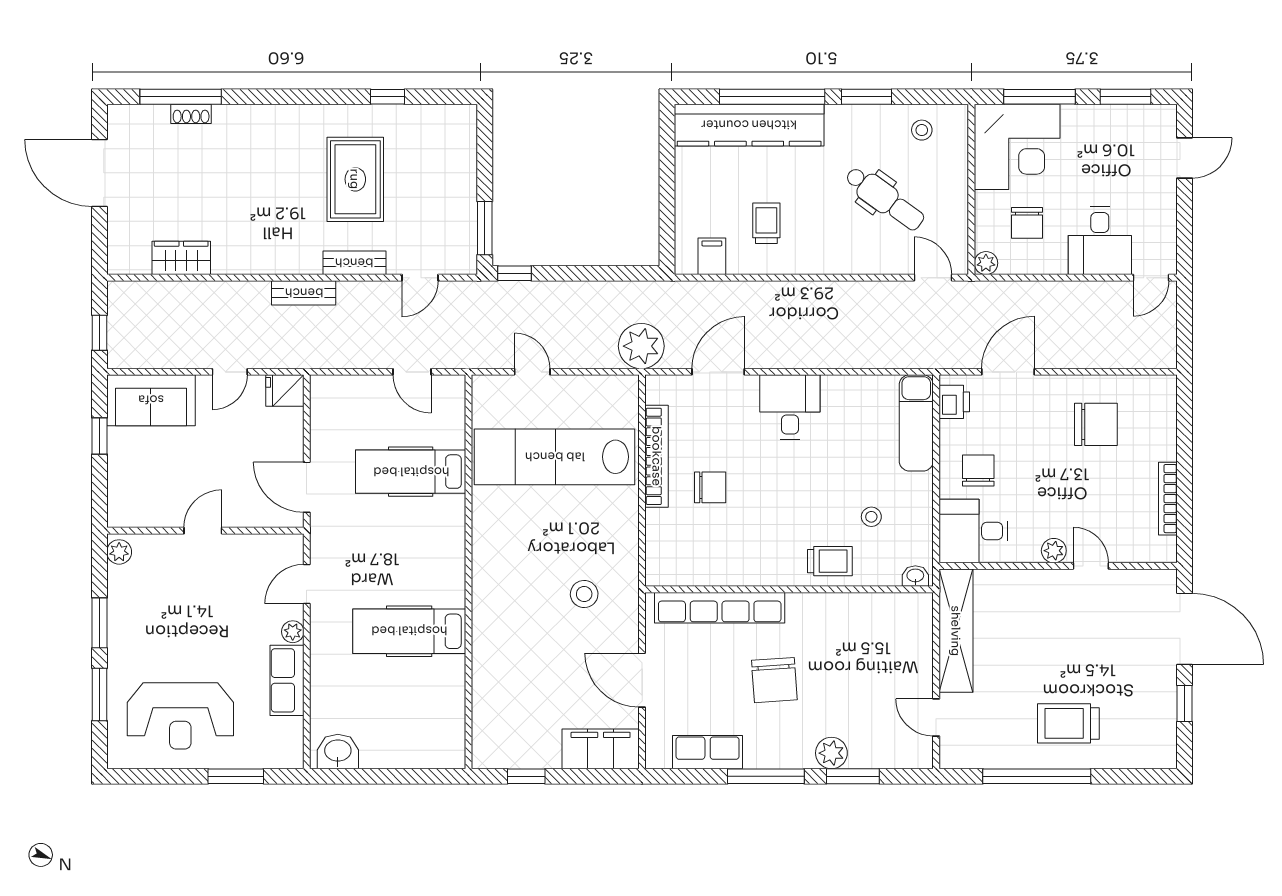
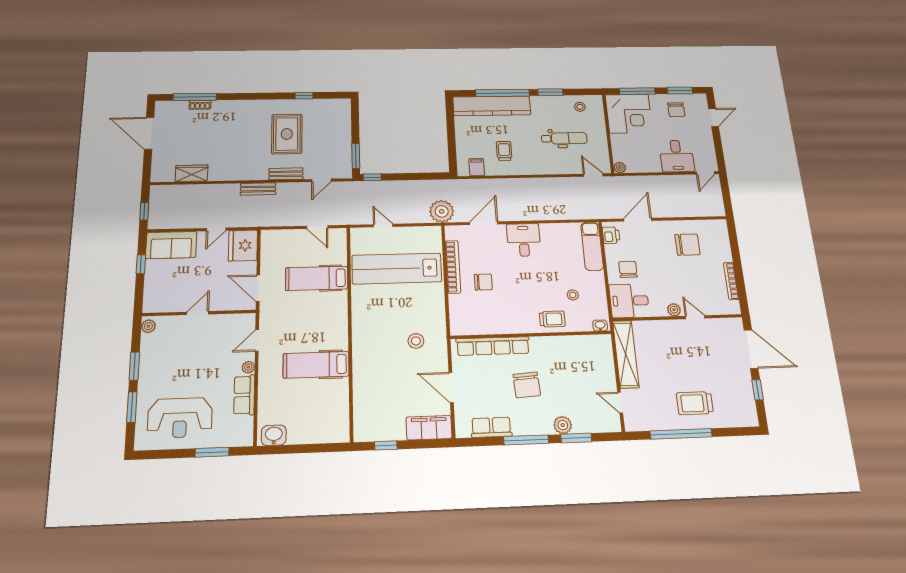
dental chair: (885, 199) -> (564, 138), turned -36
chair: (1027, 223) -> (676, 110), moved
fridge: (285, 391) -> (243, 246), width x1.88, depth x1.34

